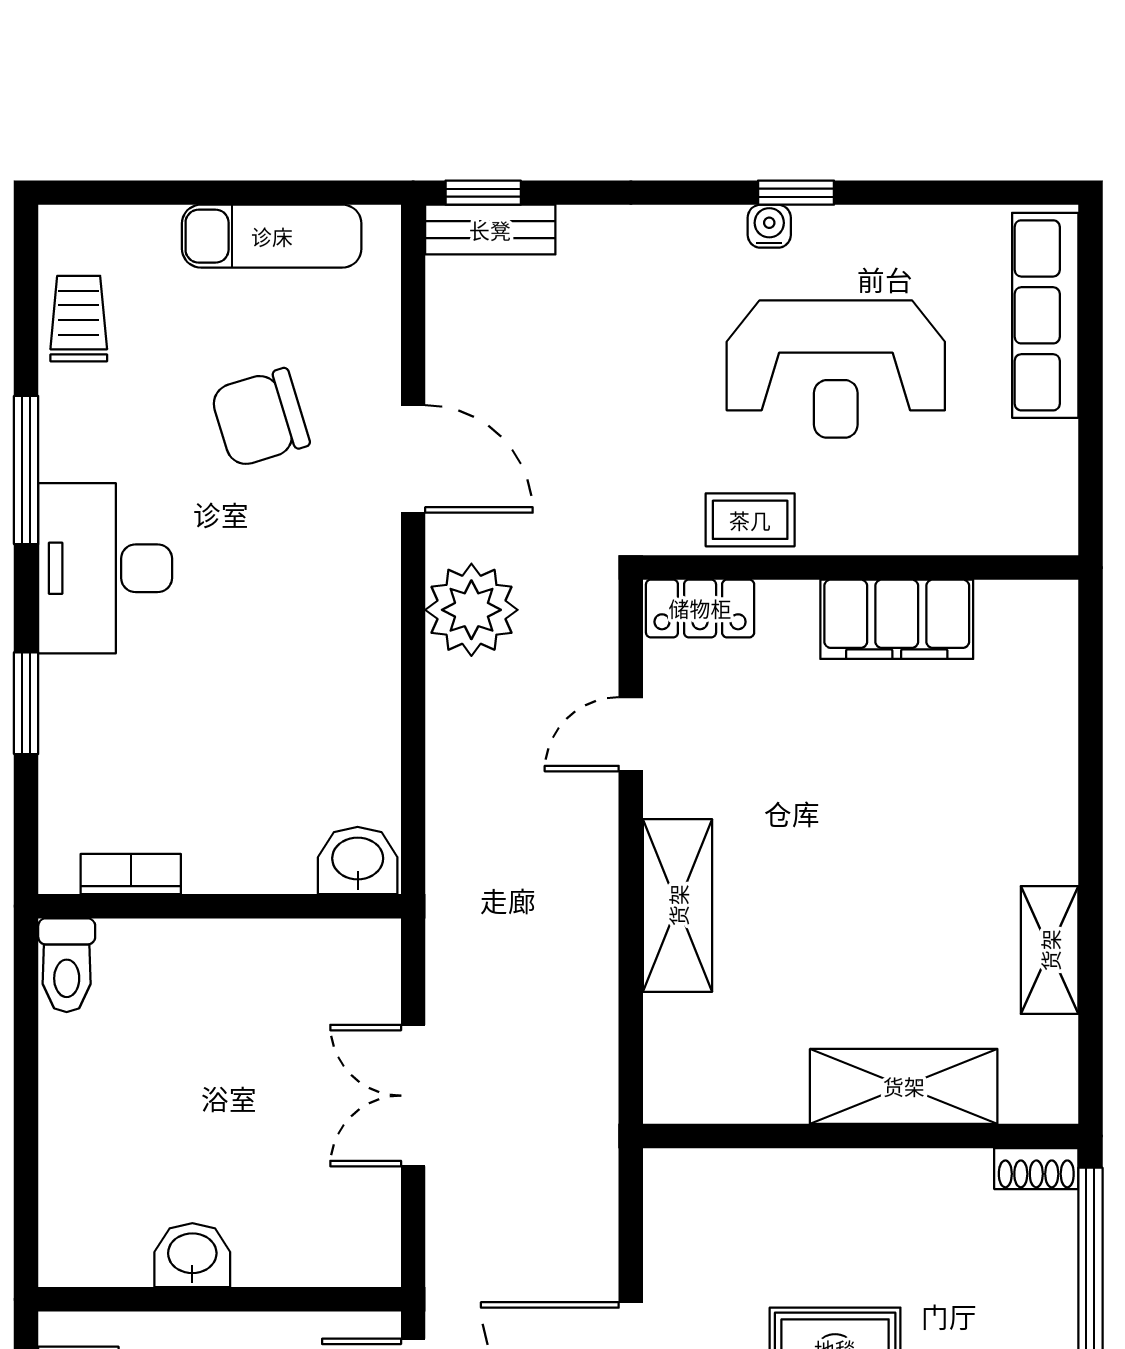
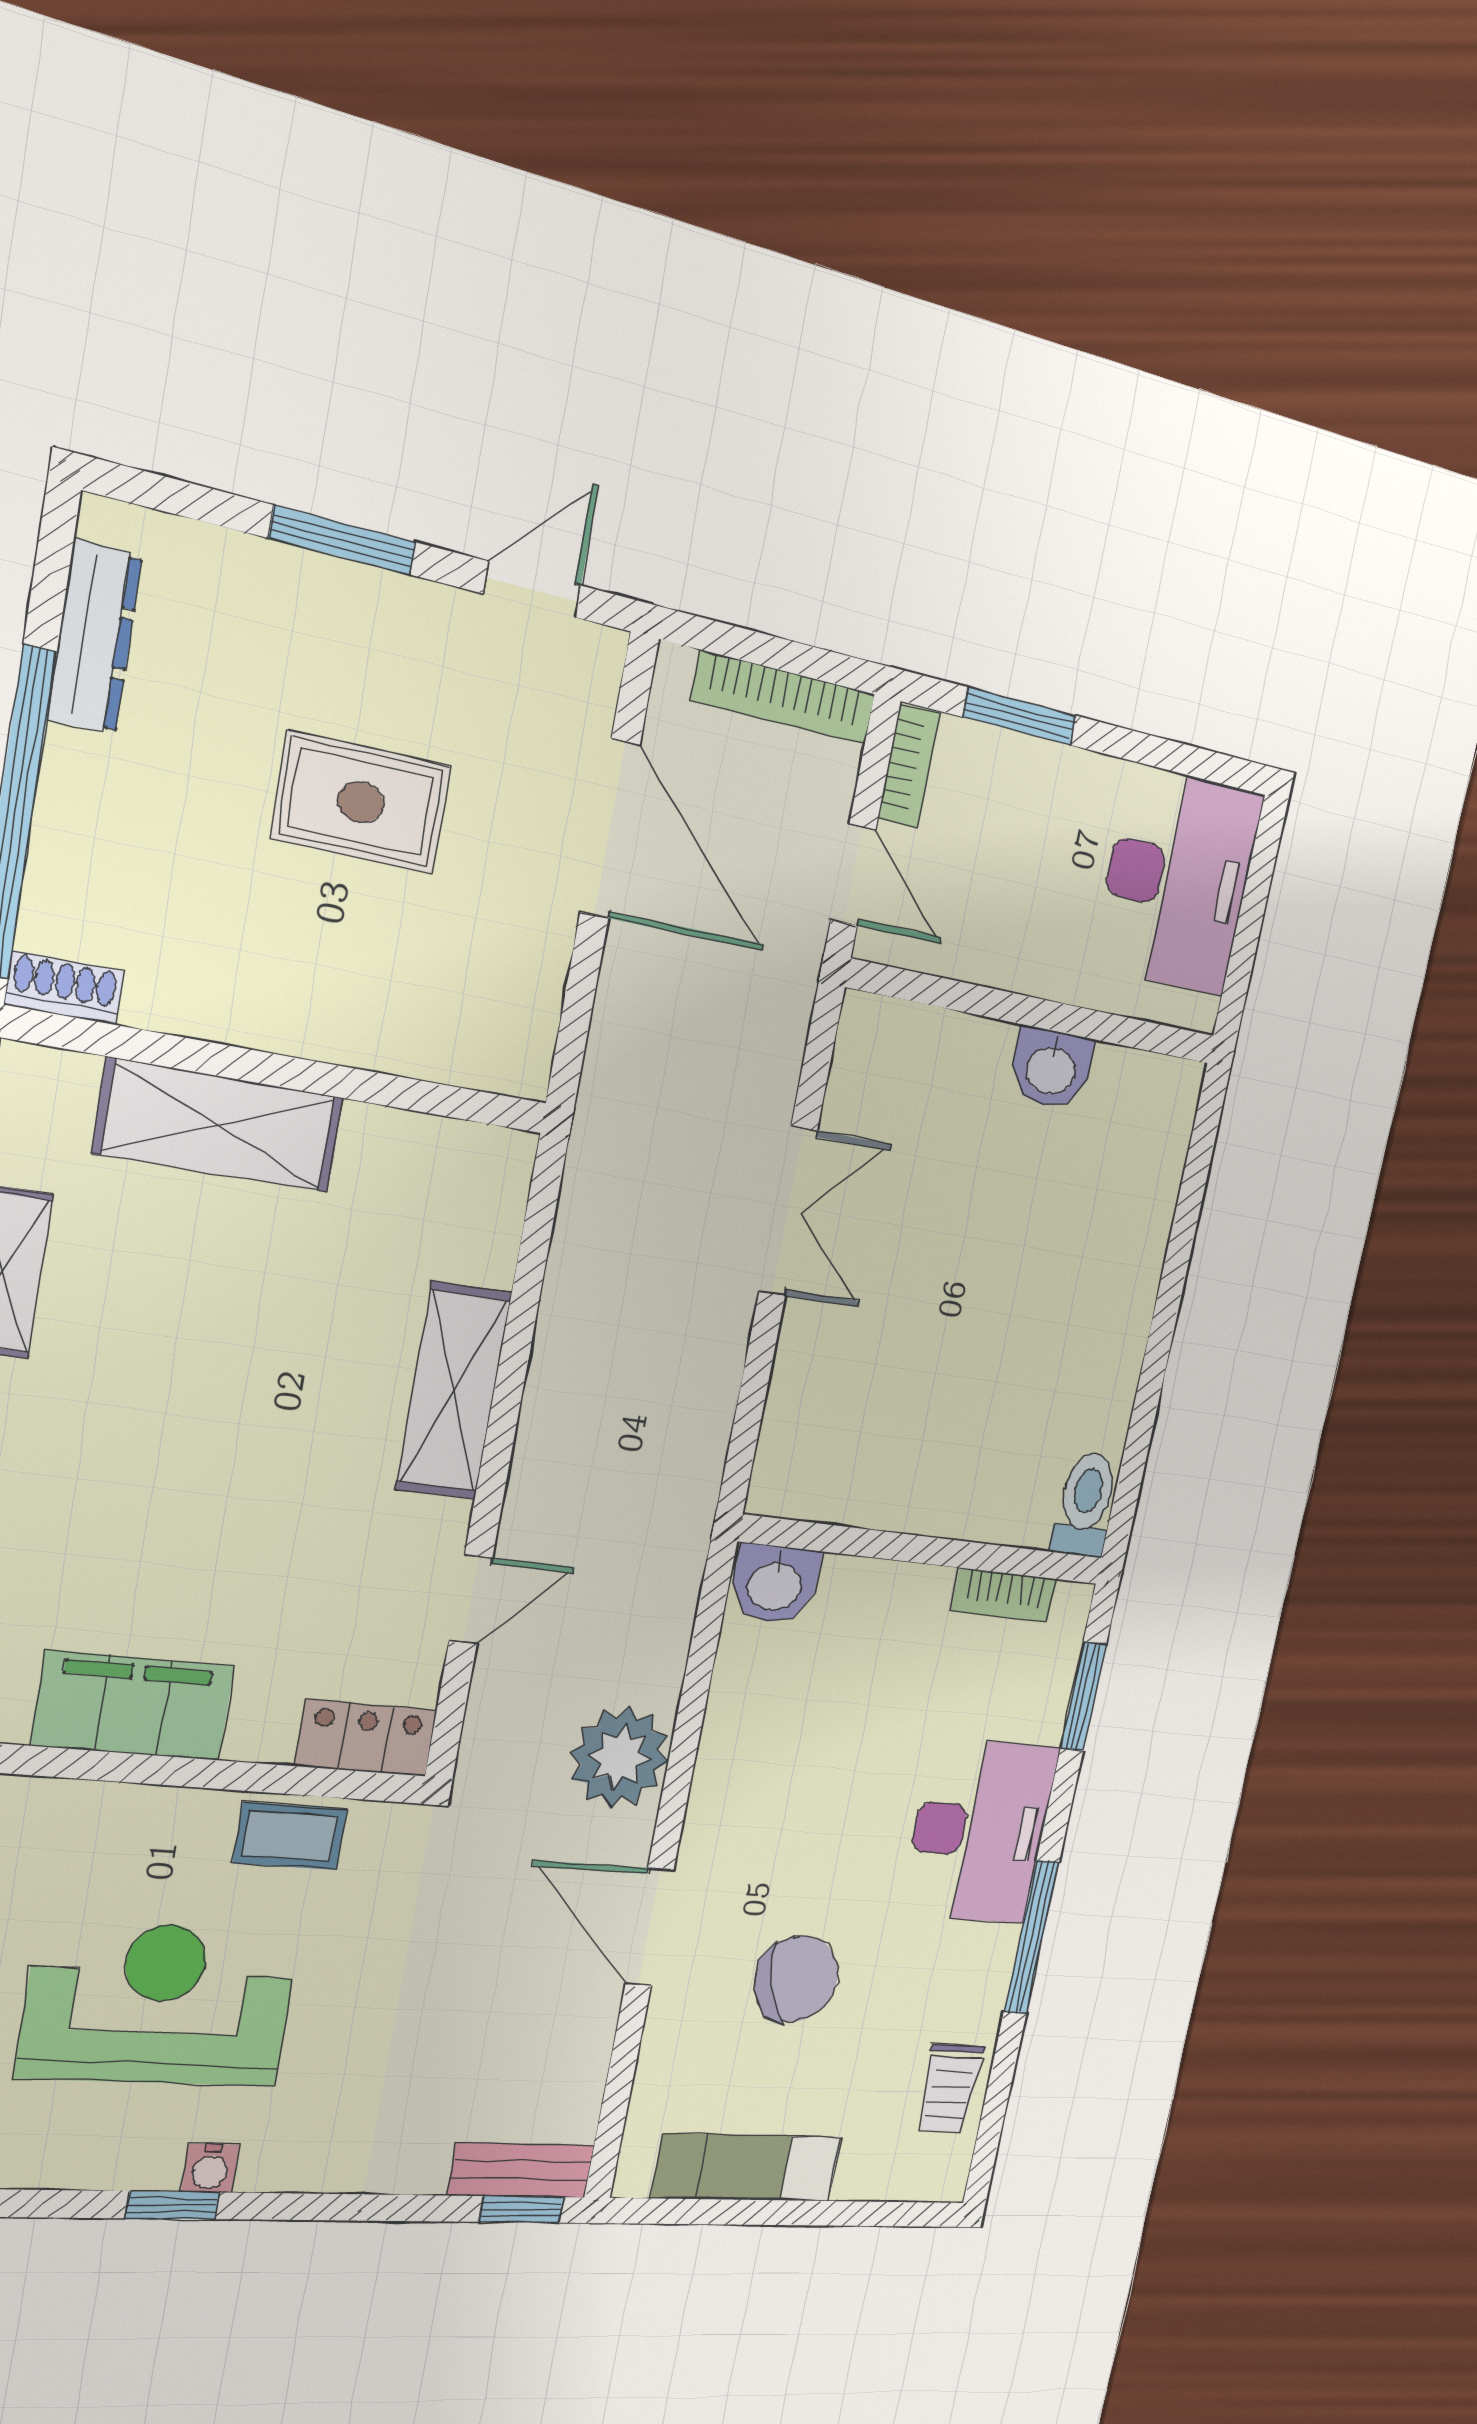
washbasin: (358, 860) -> (775, 1584), moved
bookcase: (131, 874) -> (1004, 1595), moved
wall: (220, 906) -> (924, 1550), moved
toilet: (67, 965) -> (1085, 1505), moved

